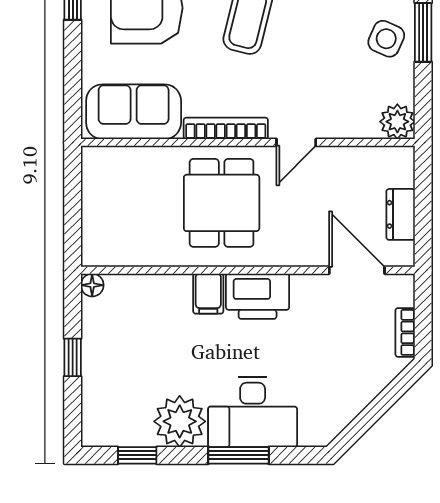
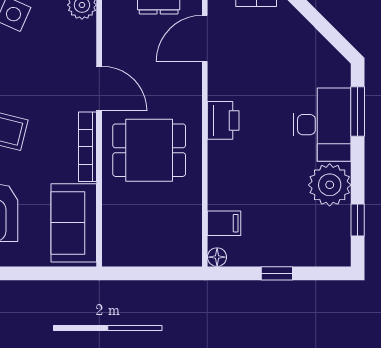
door: (296, 142) -> (99, 89), width x1.38
filing cabinet: (208, 294) -> (224, 223), moved
printer: (258, 296) -> (223, 120), width x0.73, depth x0.84
window: (238, 455) -> (358, 112), moved

